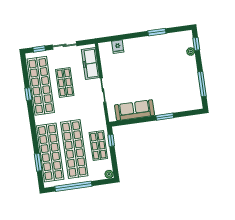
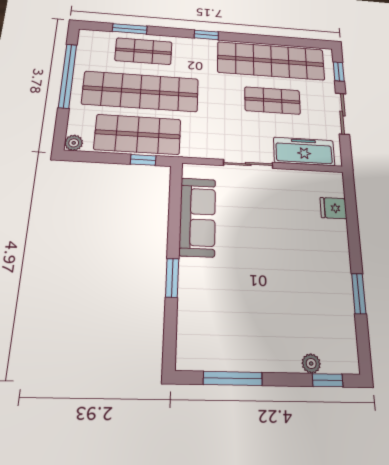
window: (28, 94) -> (206, 35), moved
shop shelf: (98, 146) -> (138, 134), width x1.43, depth x1.36
shop shelf: (50, 152) -> (144, 51), width x0.50, depth x0.74

